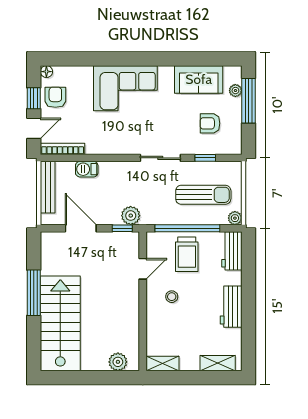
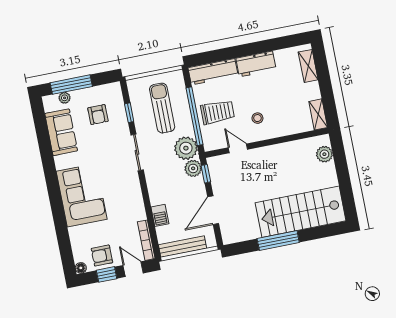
plant: (235, 218) -> (186, 148), moved, width x1.88, depth x1.88
workbench: (232, 251) -> (213, 72), width x1.38

